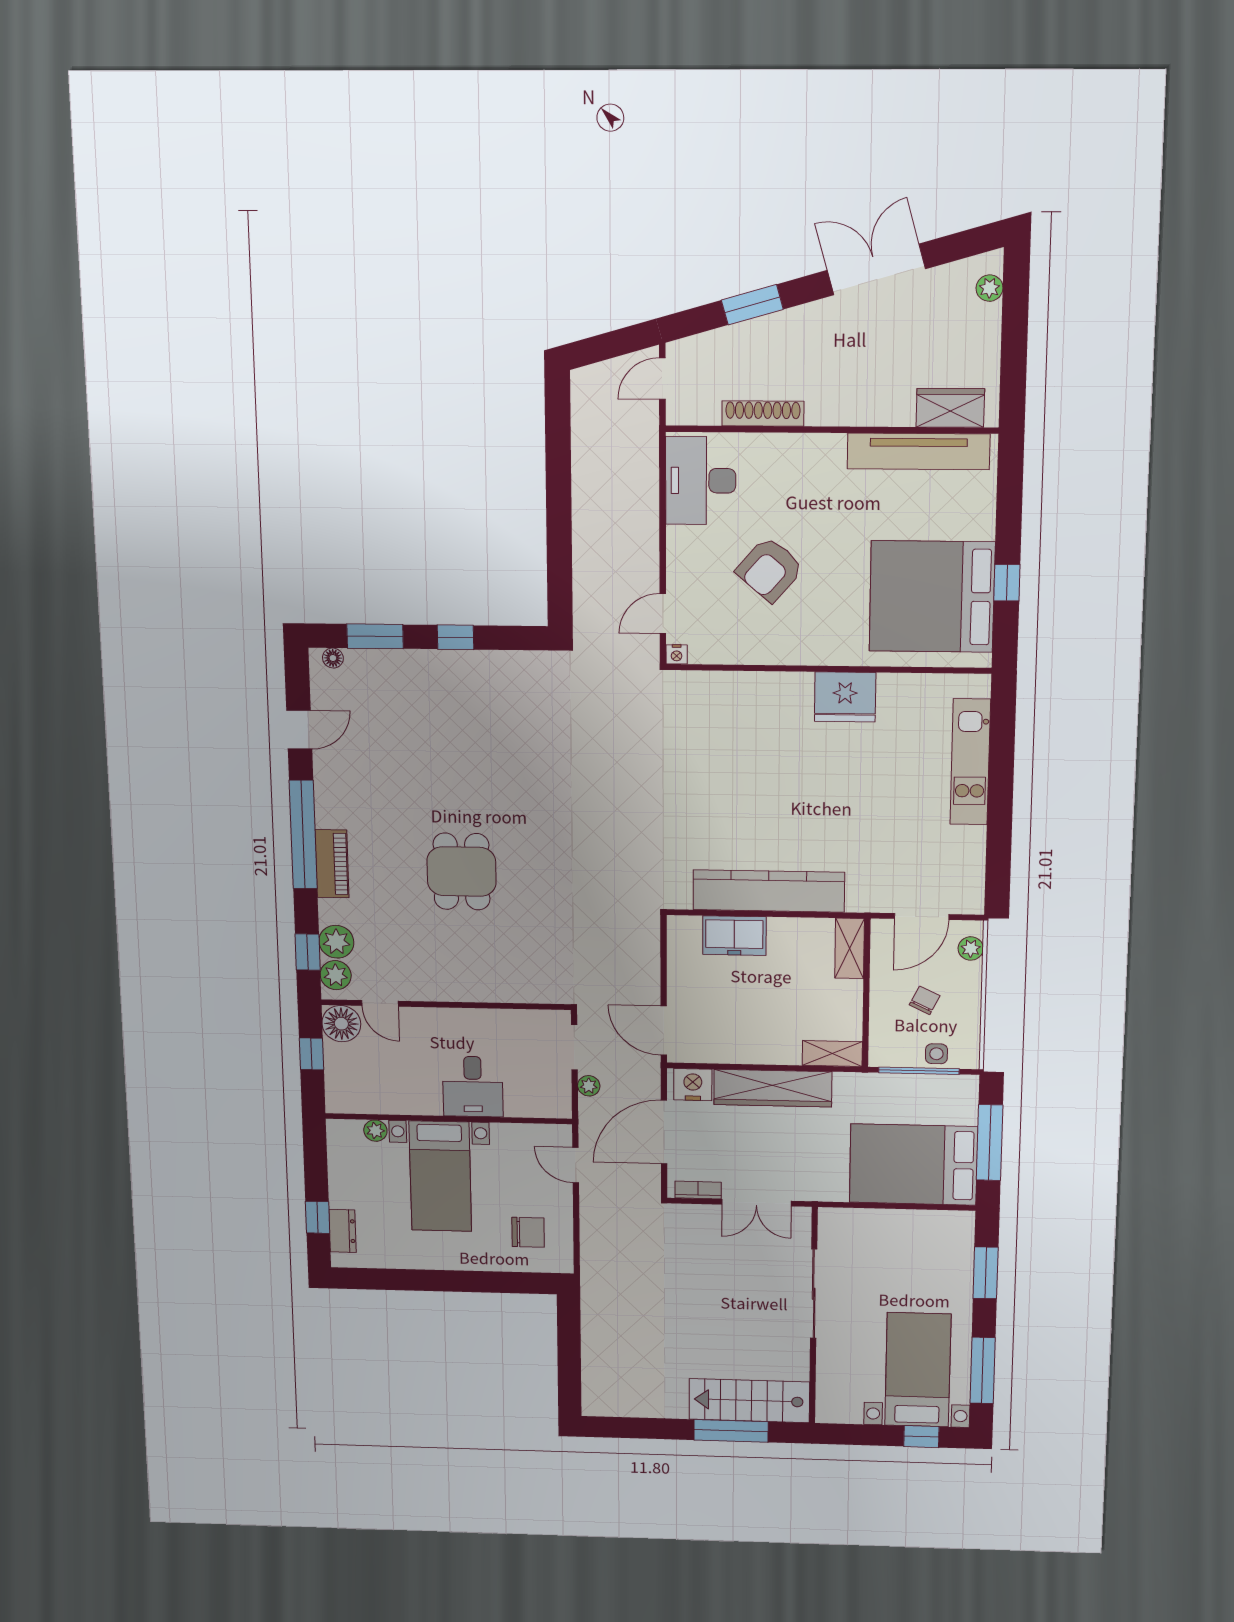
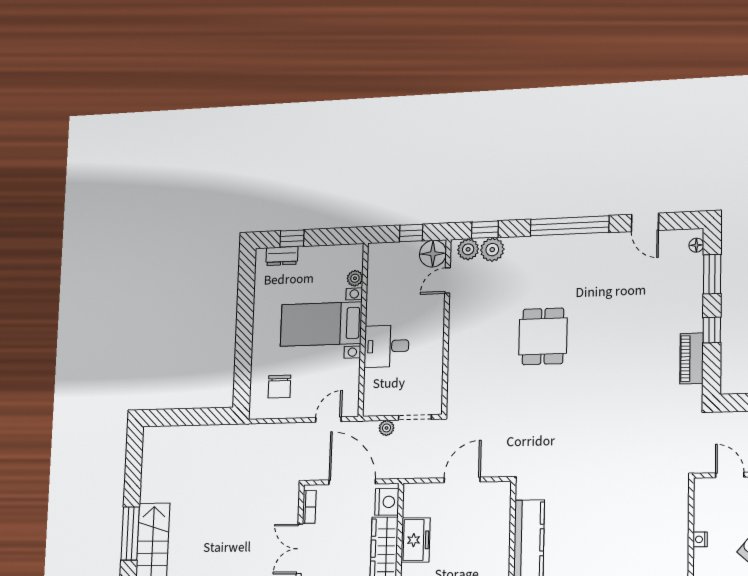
nightstand: (677, 654) -> (700, 539), moved
piano: (332, 864) -> (691, 358), moved, turned 90
dining table: (462, 871) -> (543, 336), turned 90
freezer: (734, 936) -> (416, 540), moved, turned 180
door: (664, 1031) -> (462, 480), moved

